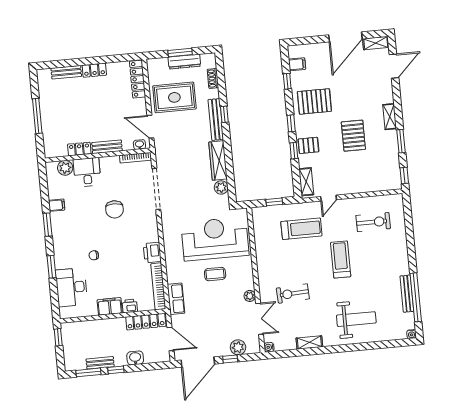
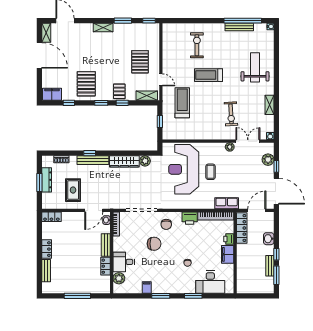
filing cabinet: (297, 64) -> (52, 94), width x2.00
locker: (138, 79) -> (51, 217), width x0.66
rug: (174, 97) -> (73, 190), width x0.73, depth x0.70
pallet: (353, 136) -> (140, 62), moved, turned 90
exercise bike: (373, 222) -> (197, 45), moved
chair: (141, 223) -> (166, 224), added
window: (58, 337) -> (247, 296), removed

